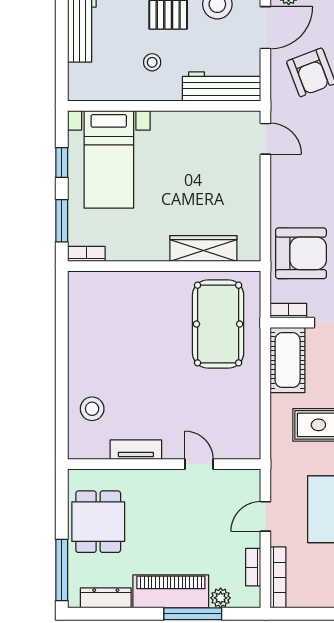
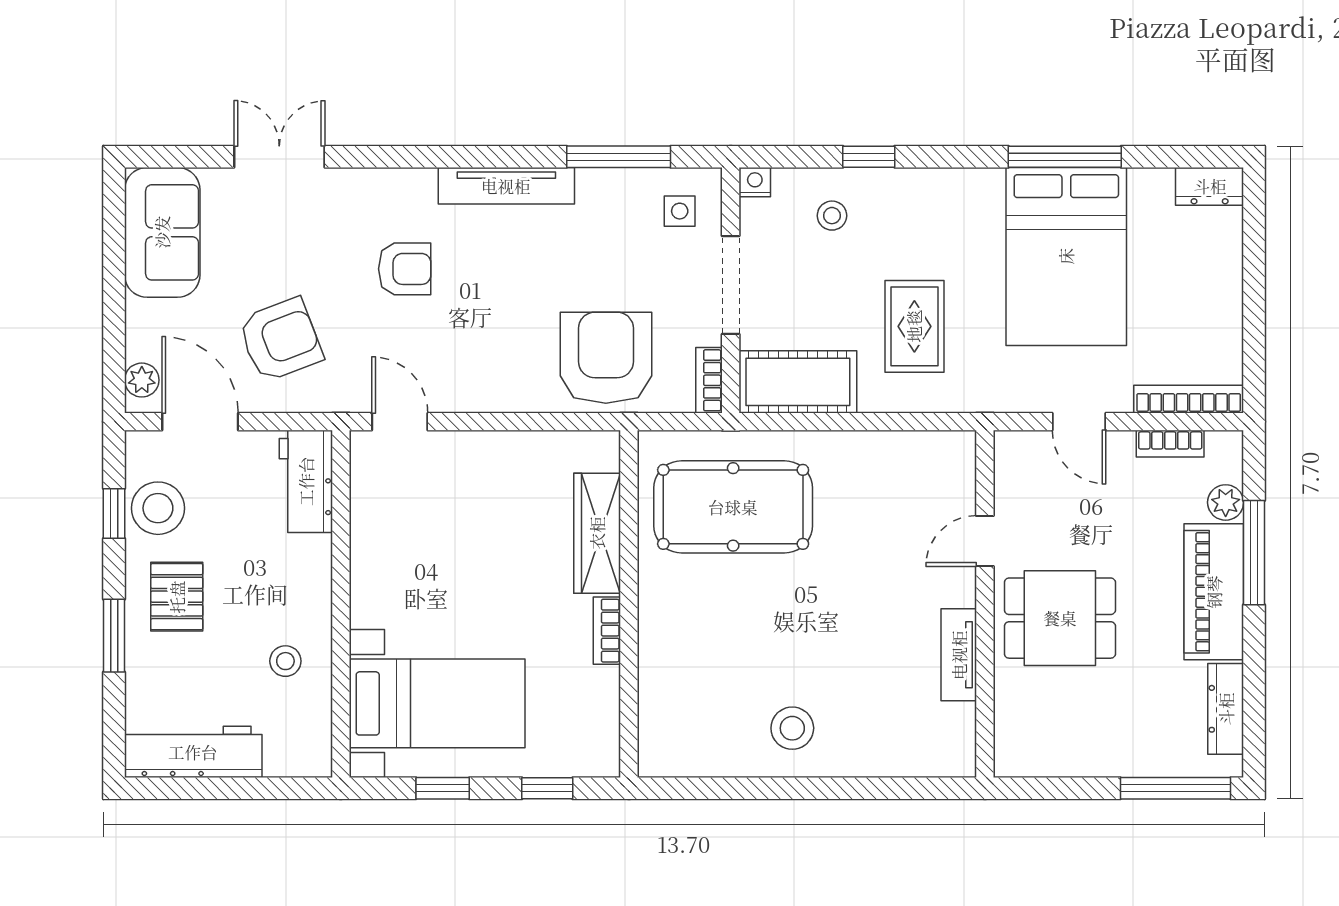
stool: (152, 62) -> (285, 661), moved
workbench: (222, 86) -> (306, 481), width x0.73
door: (265, 139) -> (400, 422), hinge flipped
window: (62, 221) -> (547, 788), width x0.67
bookcase: (86, 254) -> (607, 631), moved
stool: (92, 409) -> (792, 728), moved
dining table: (98, 522) -> (1060, 618), moved

